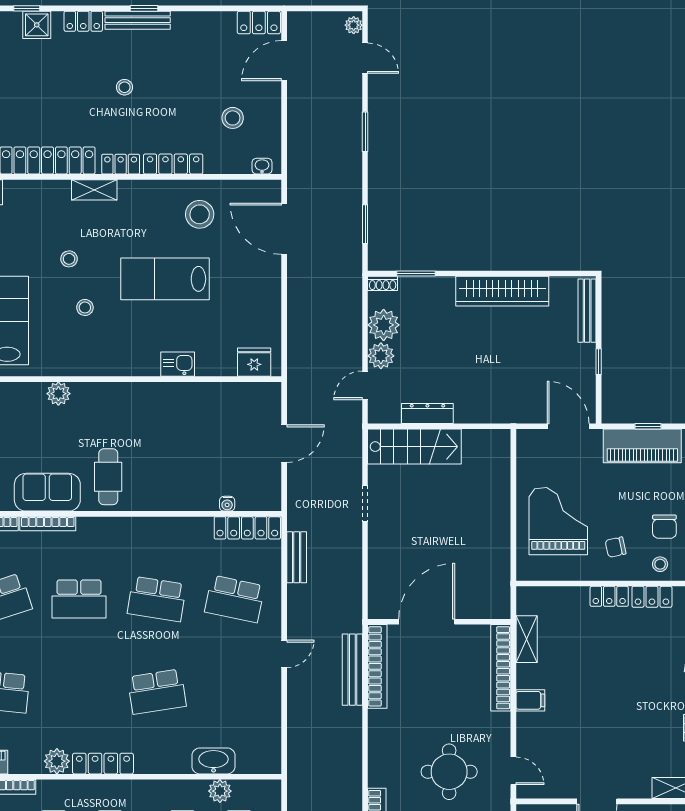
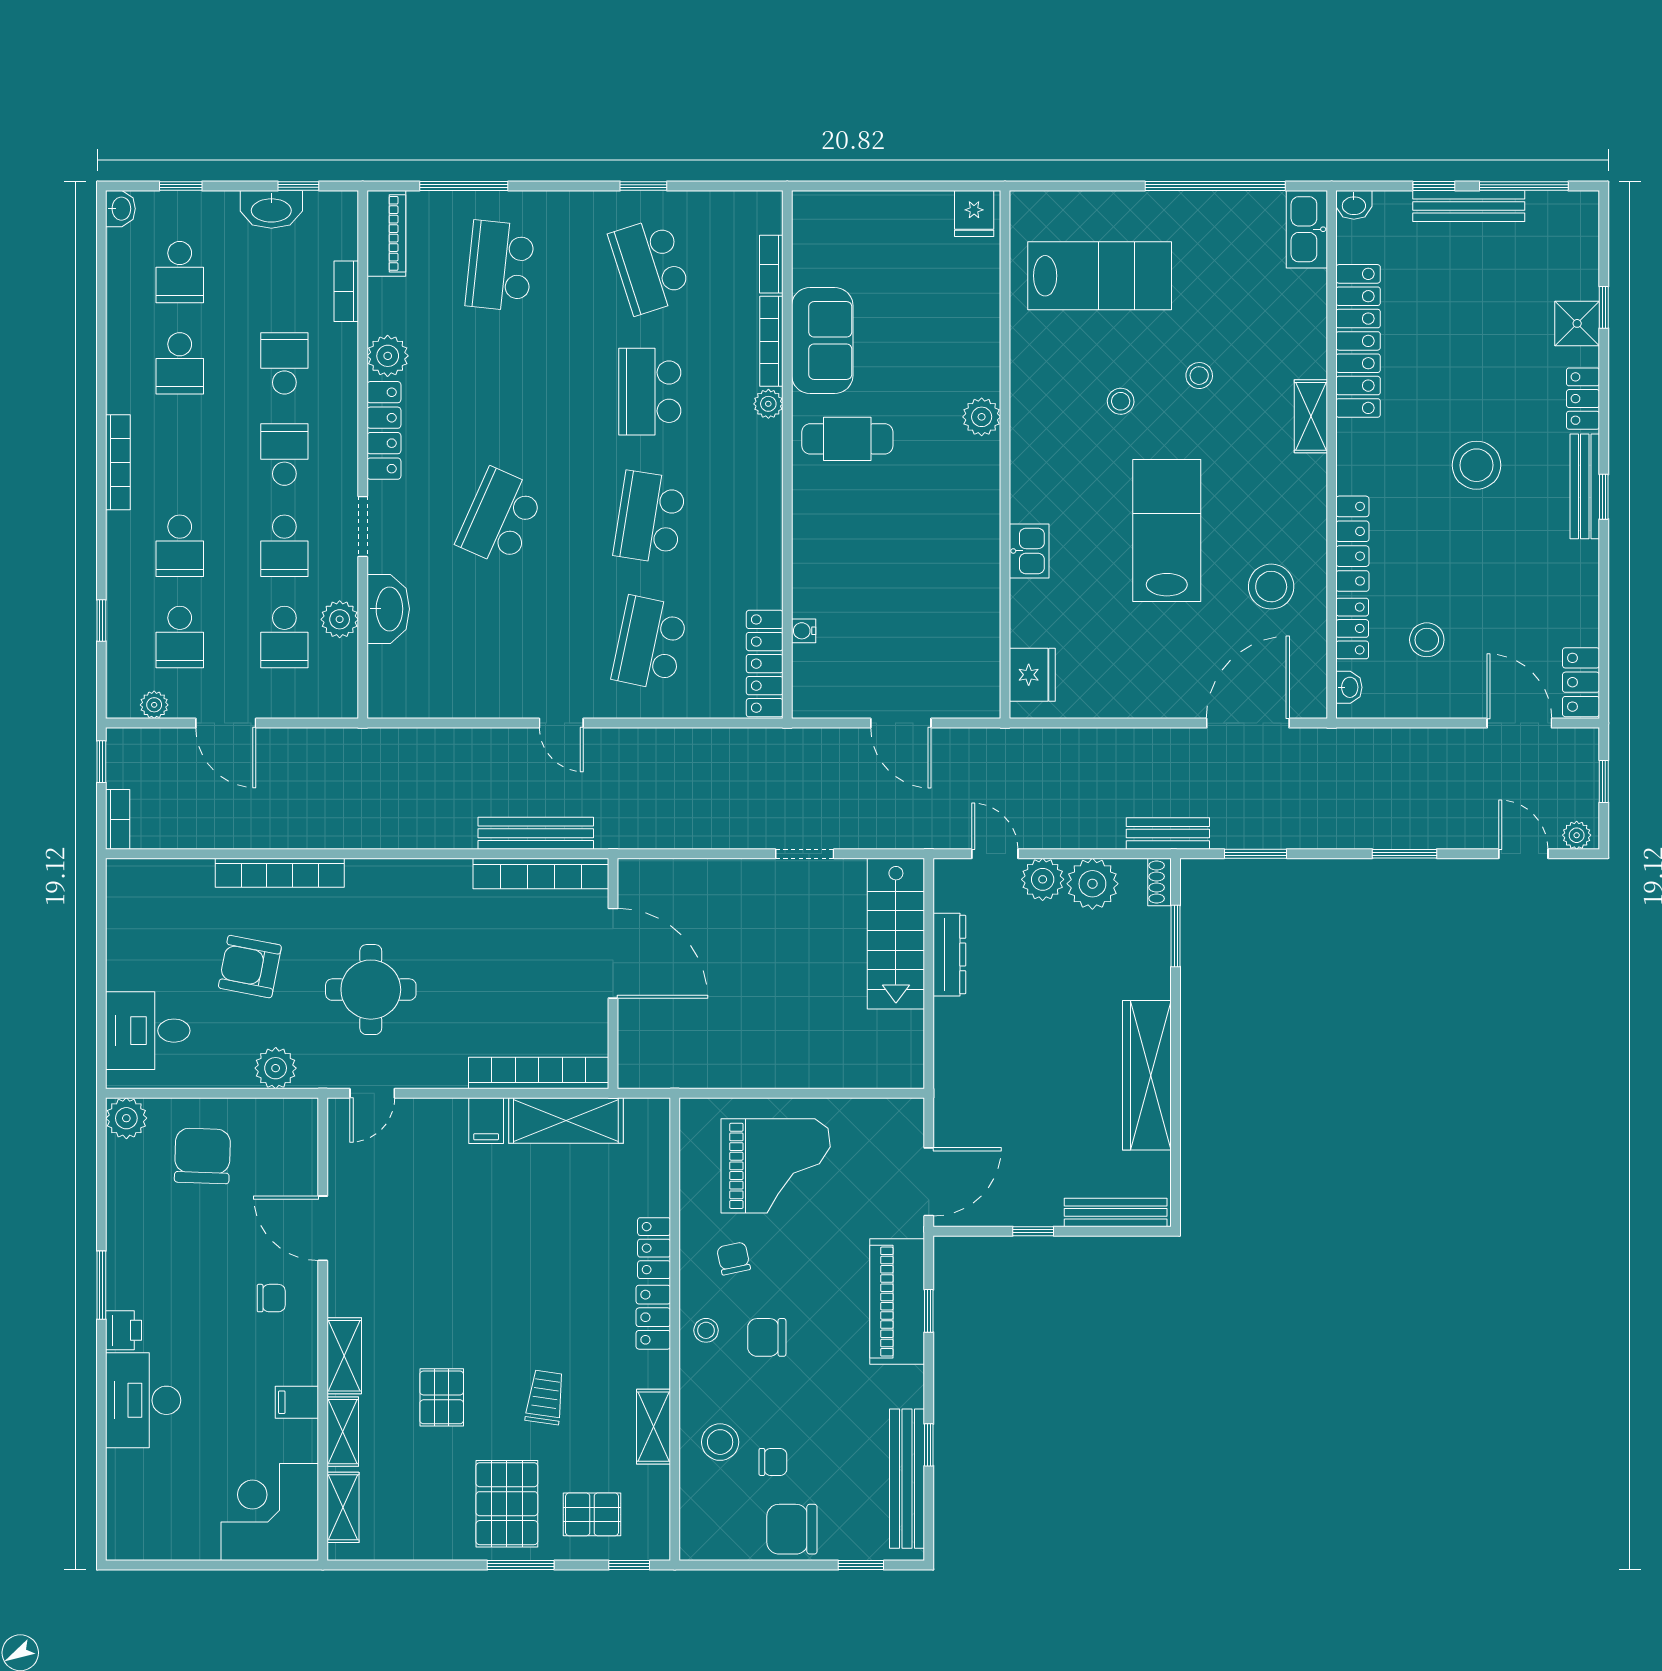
window: (320, 8) -> (1604, 781), added
door: (365, 58) -> (1523, 854), swing flipped
stool: (124, 87) -> (1476, 465), width x1.89, depth x1.89
locker: (121, 164) -> (1352, 628), moved
plant: (58, 394) -> (982, 417), moved
plant: (87, 526) -> (768, 404), added
bench: (297, 557) -> (1168, 834), moved
shelving: (527, 639) -> (566, 1120), width x1.50, depth x1.33
school desk: (157, 692) -> (500, 517), turned 33
doorway: (162, 777) -> (363, 527), added

